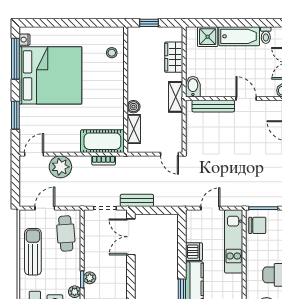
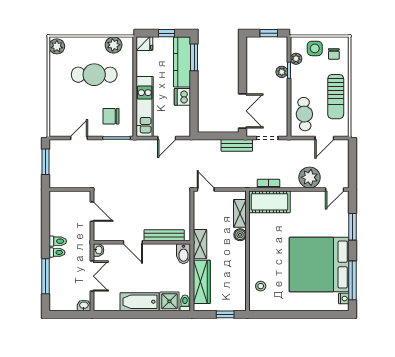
toilet: (266, 35) -> (185, 303), moved
wardrobe: (174, 57) -> (202, 282), width x1.50
chair: (257, 225) -> (111, 116), moved

